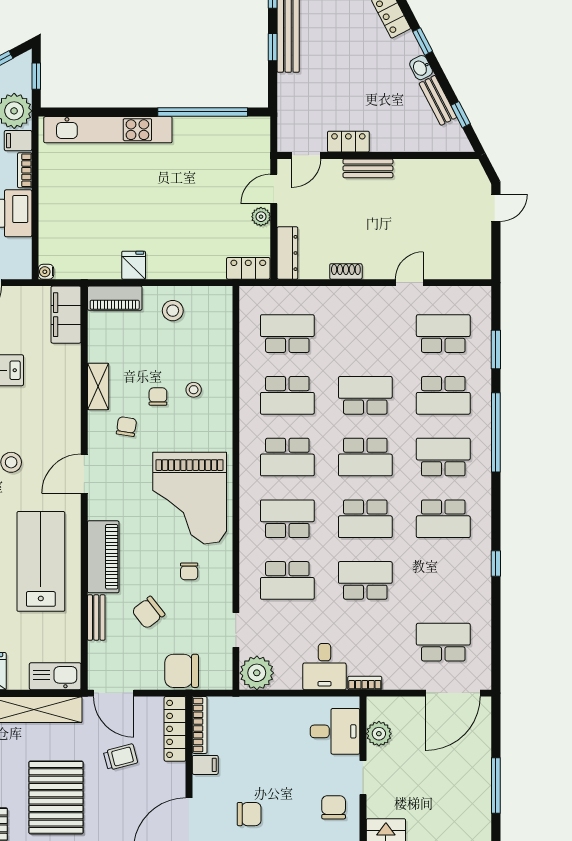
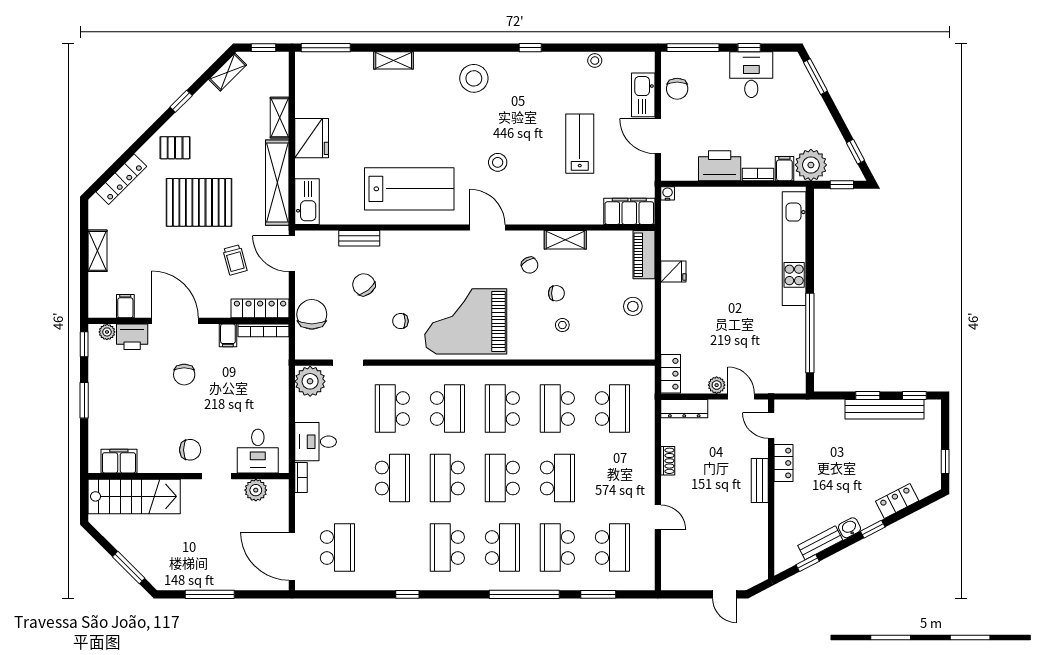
chair: (126, 426) -> (530, 265), turned 52
piano: (103, 557) -> (413, 244), removed
door: (114, 693) -> (292, 254), hinge flipped

